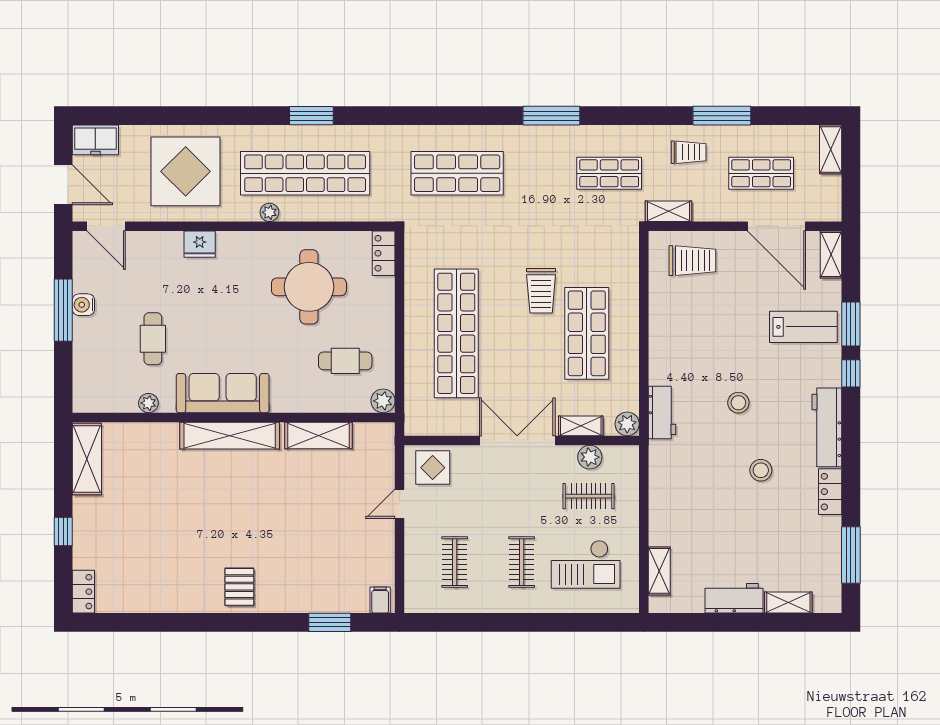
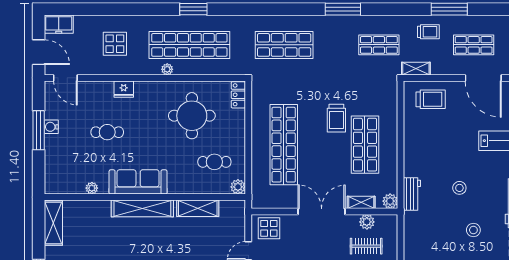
display table: (186, 171) -> (115, 44), width x0.54, depth x0.54
cafe table: (153, 339) -> (107, 132), moved, turned 90

